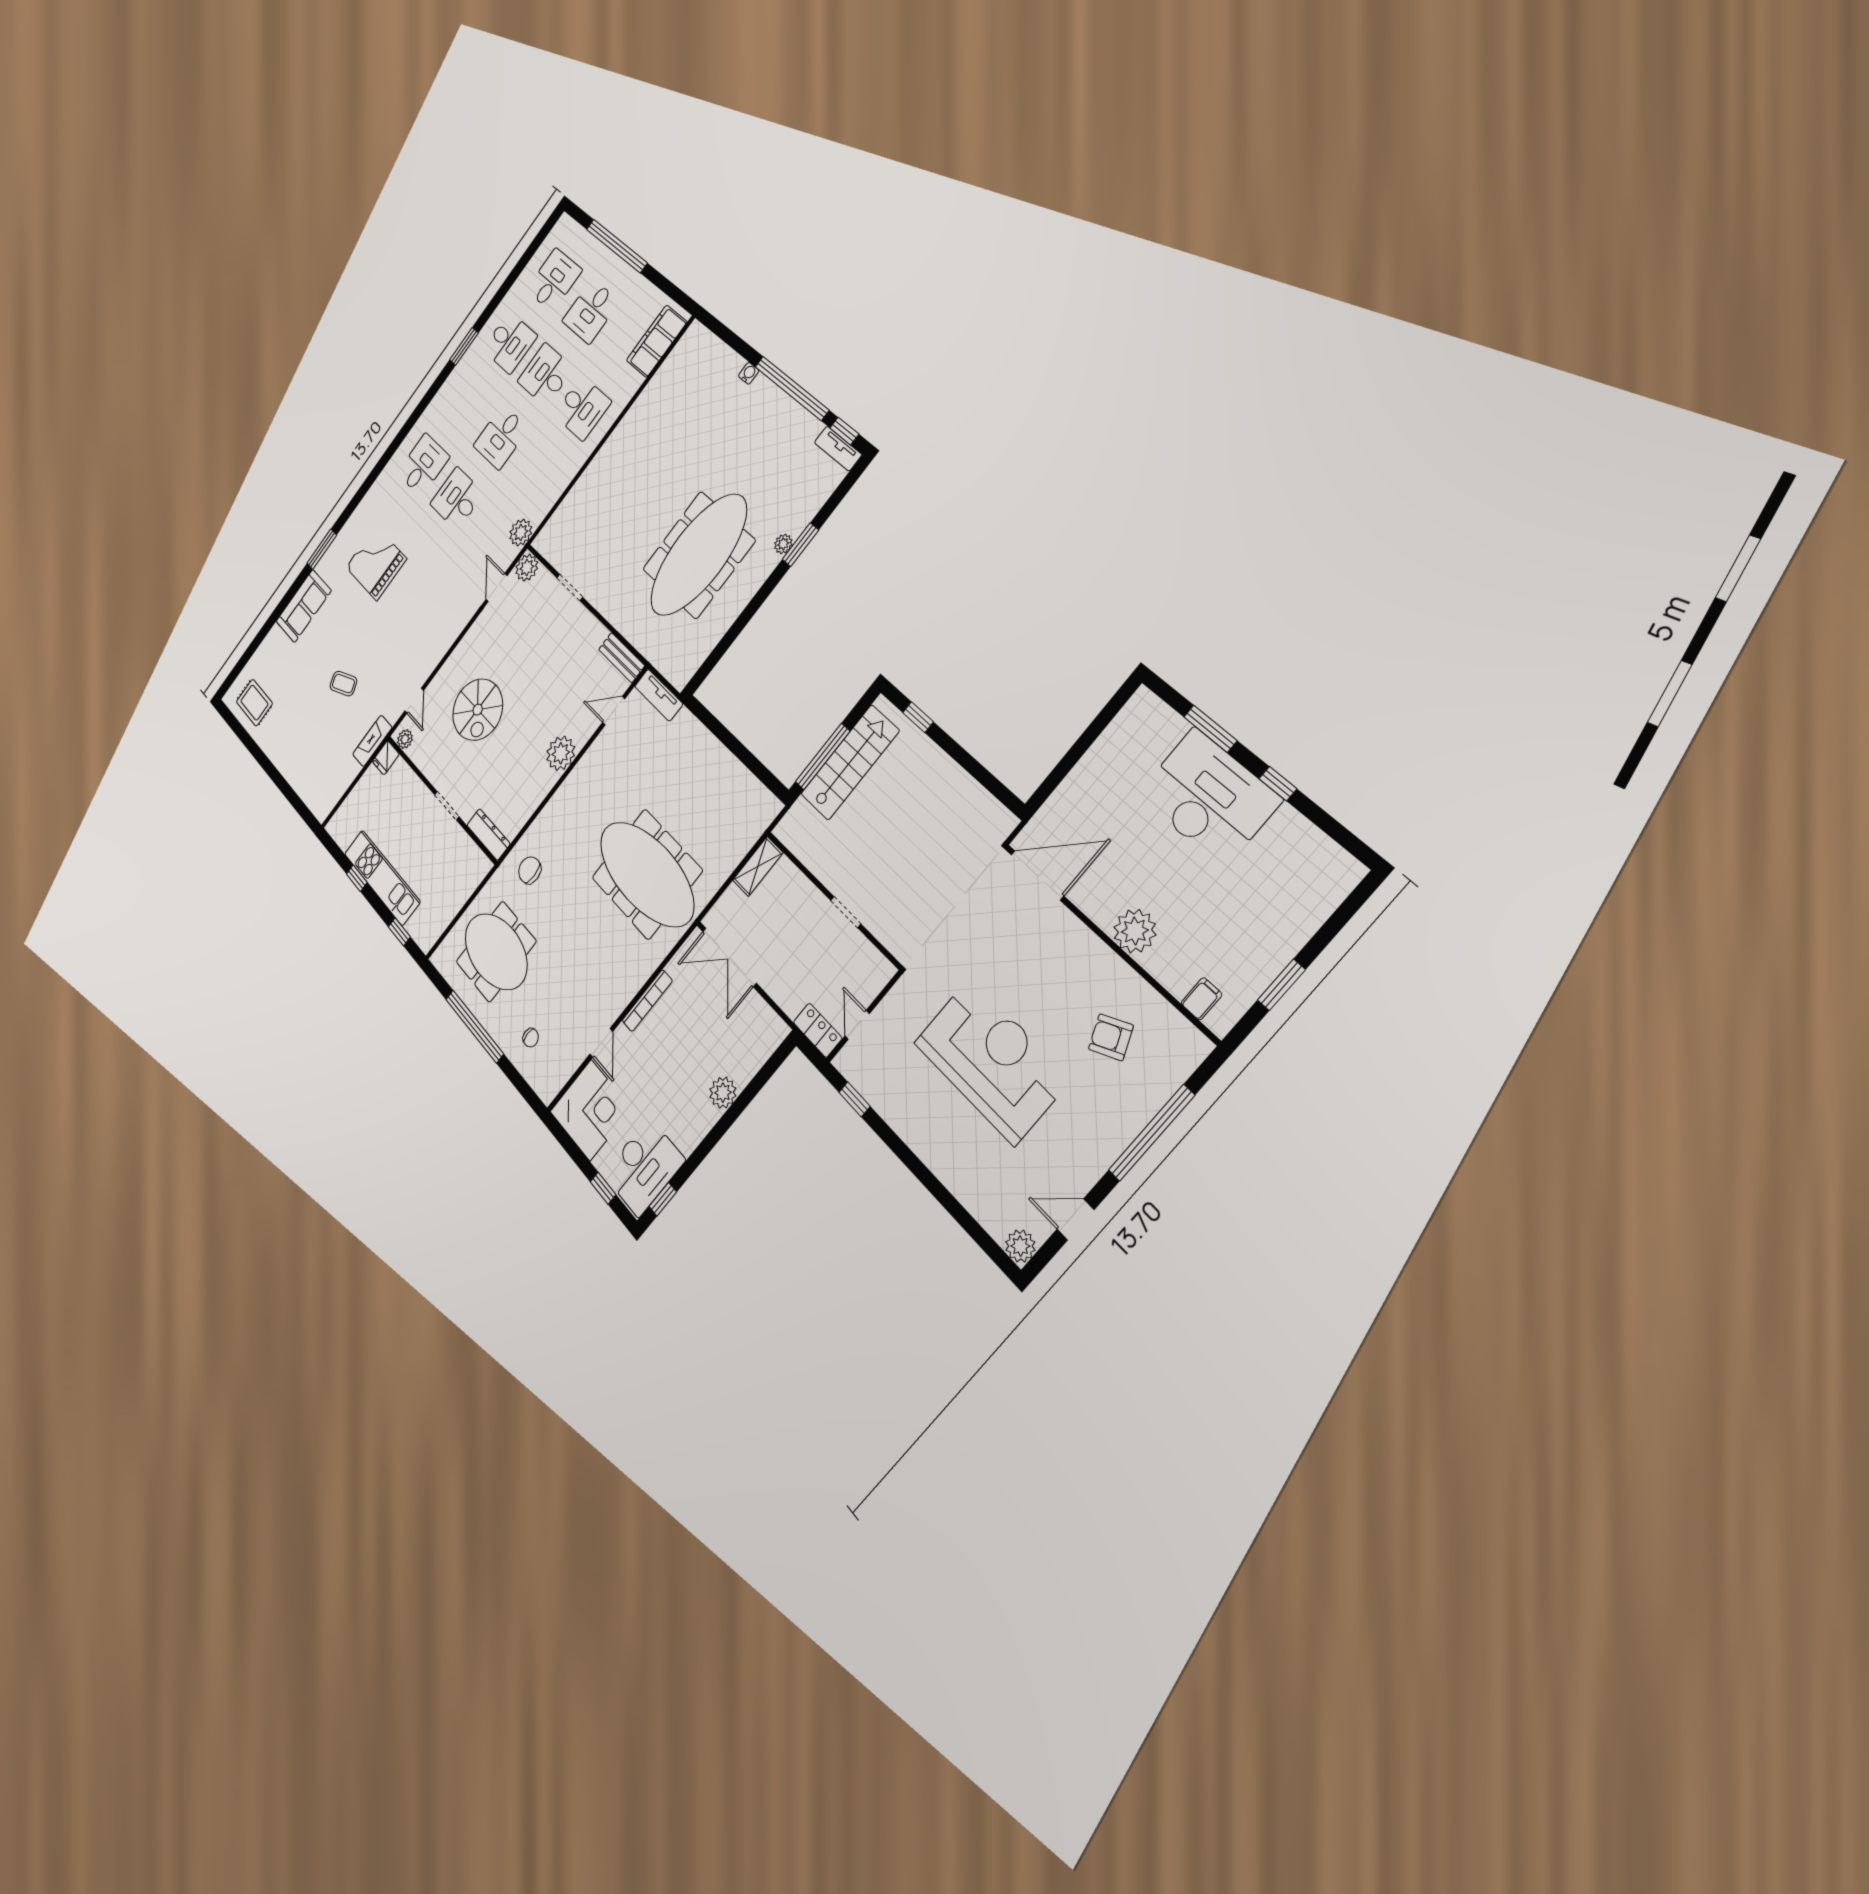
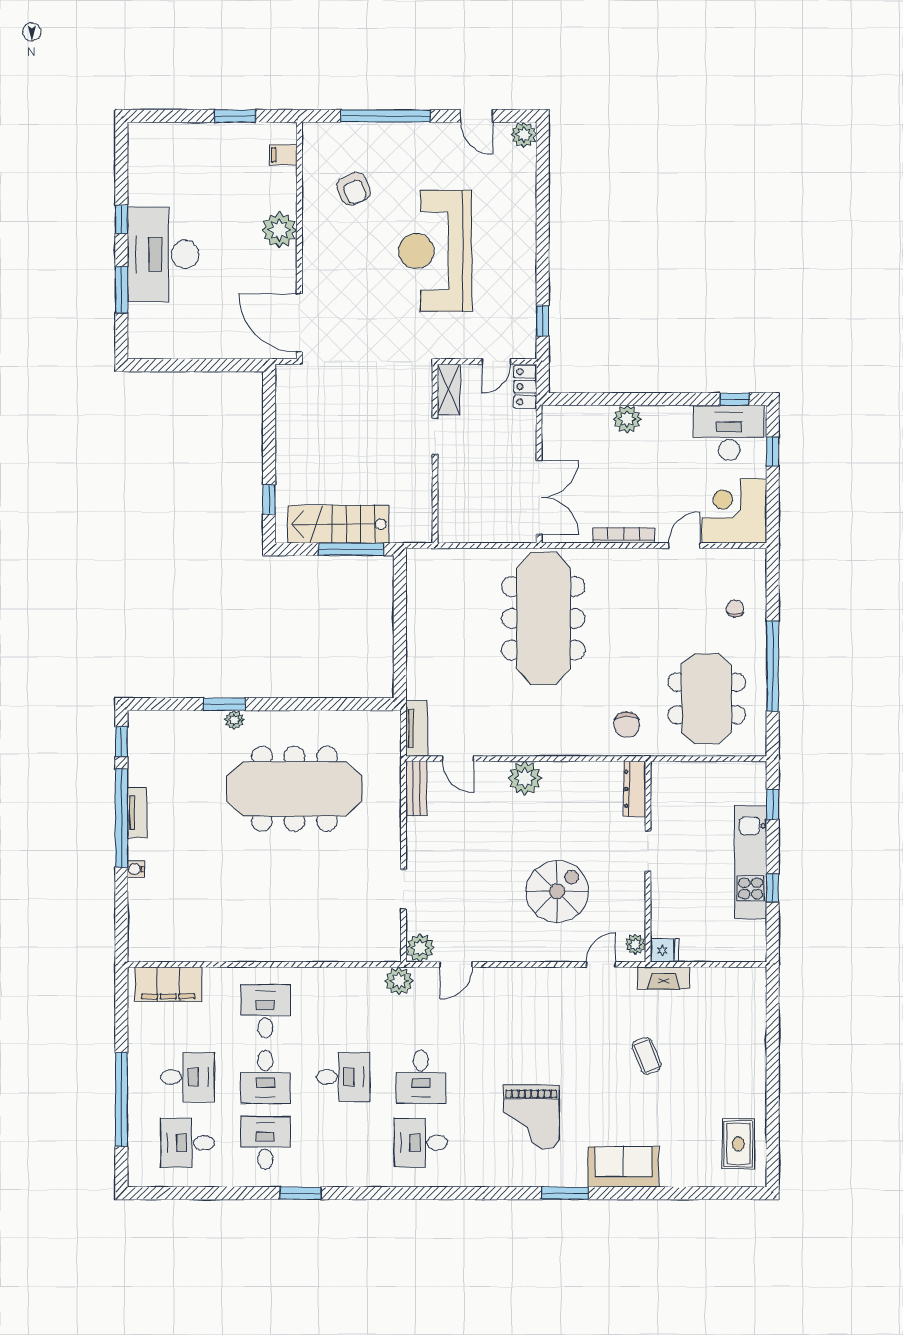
tv unit: (838, 449) -> (137, 813), moved
shelving: (758, 866) -> (449, 389), moved, turned 90

